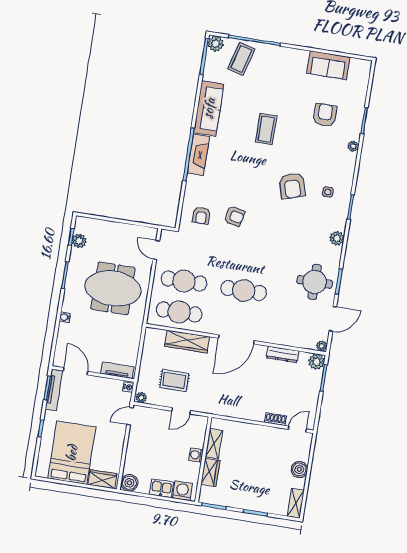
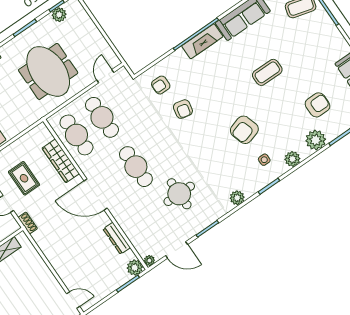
plant: (353, 146) -> (316, 140), width x1.87, depth x1.87
plant: (347, 171) -> (292, 159), added
round table: (315, 282) -> (179, 194), moved
shoe rack: (276, 419) -> (28, 223), moved

